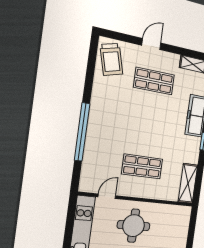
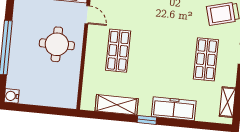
shelving: (188, 183) -> (117, 105), moved

